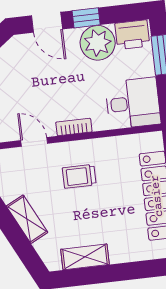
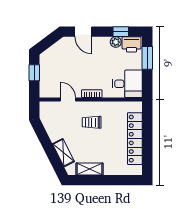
window: (86, 18) -> (121, 32), moved
plant: (98, 43) -> (116, 42), width x0.53, depth x0.53
shelving: (27, 219) -> (63, 153), moved

